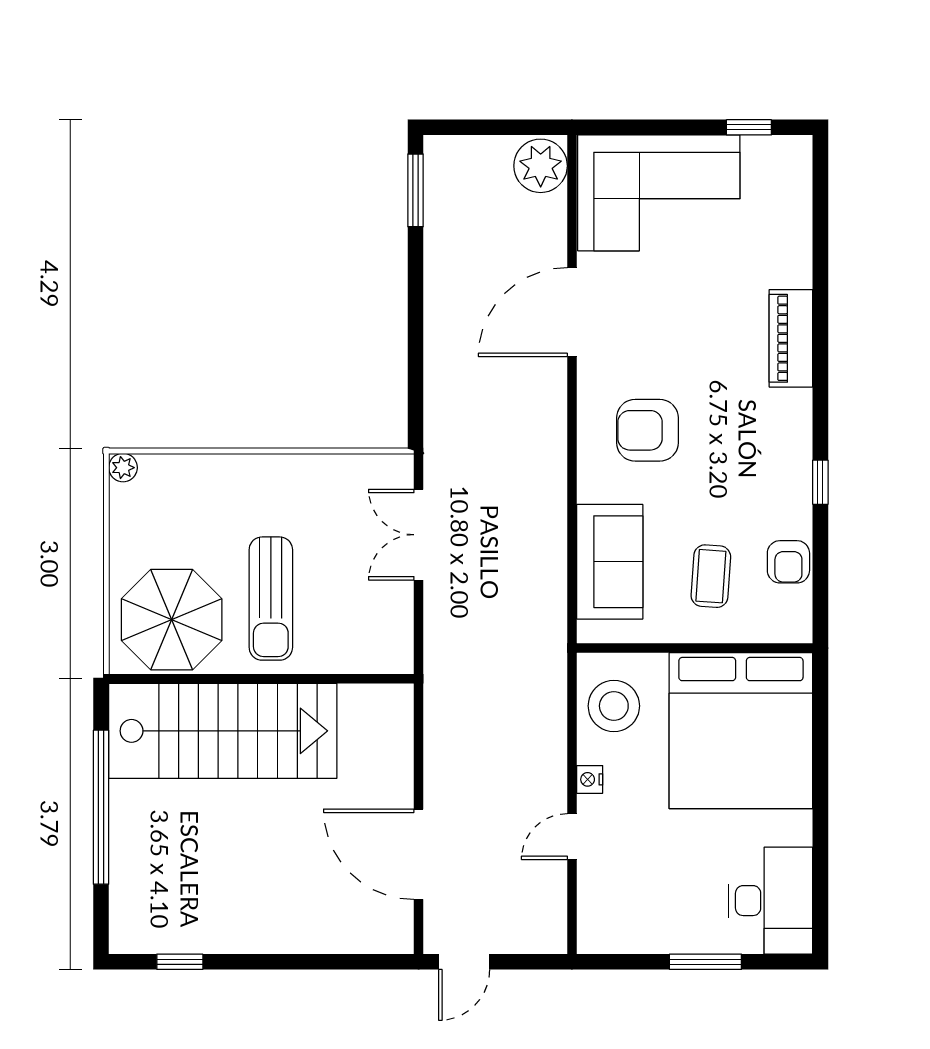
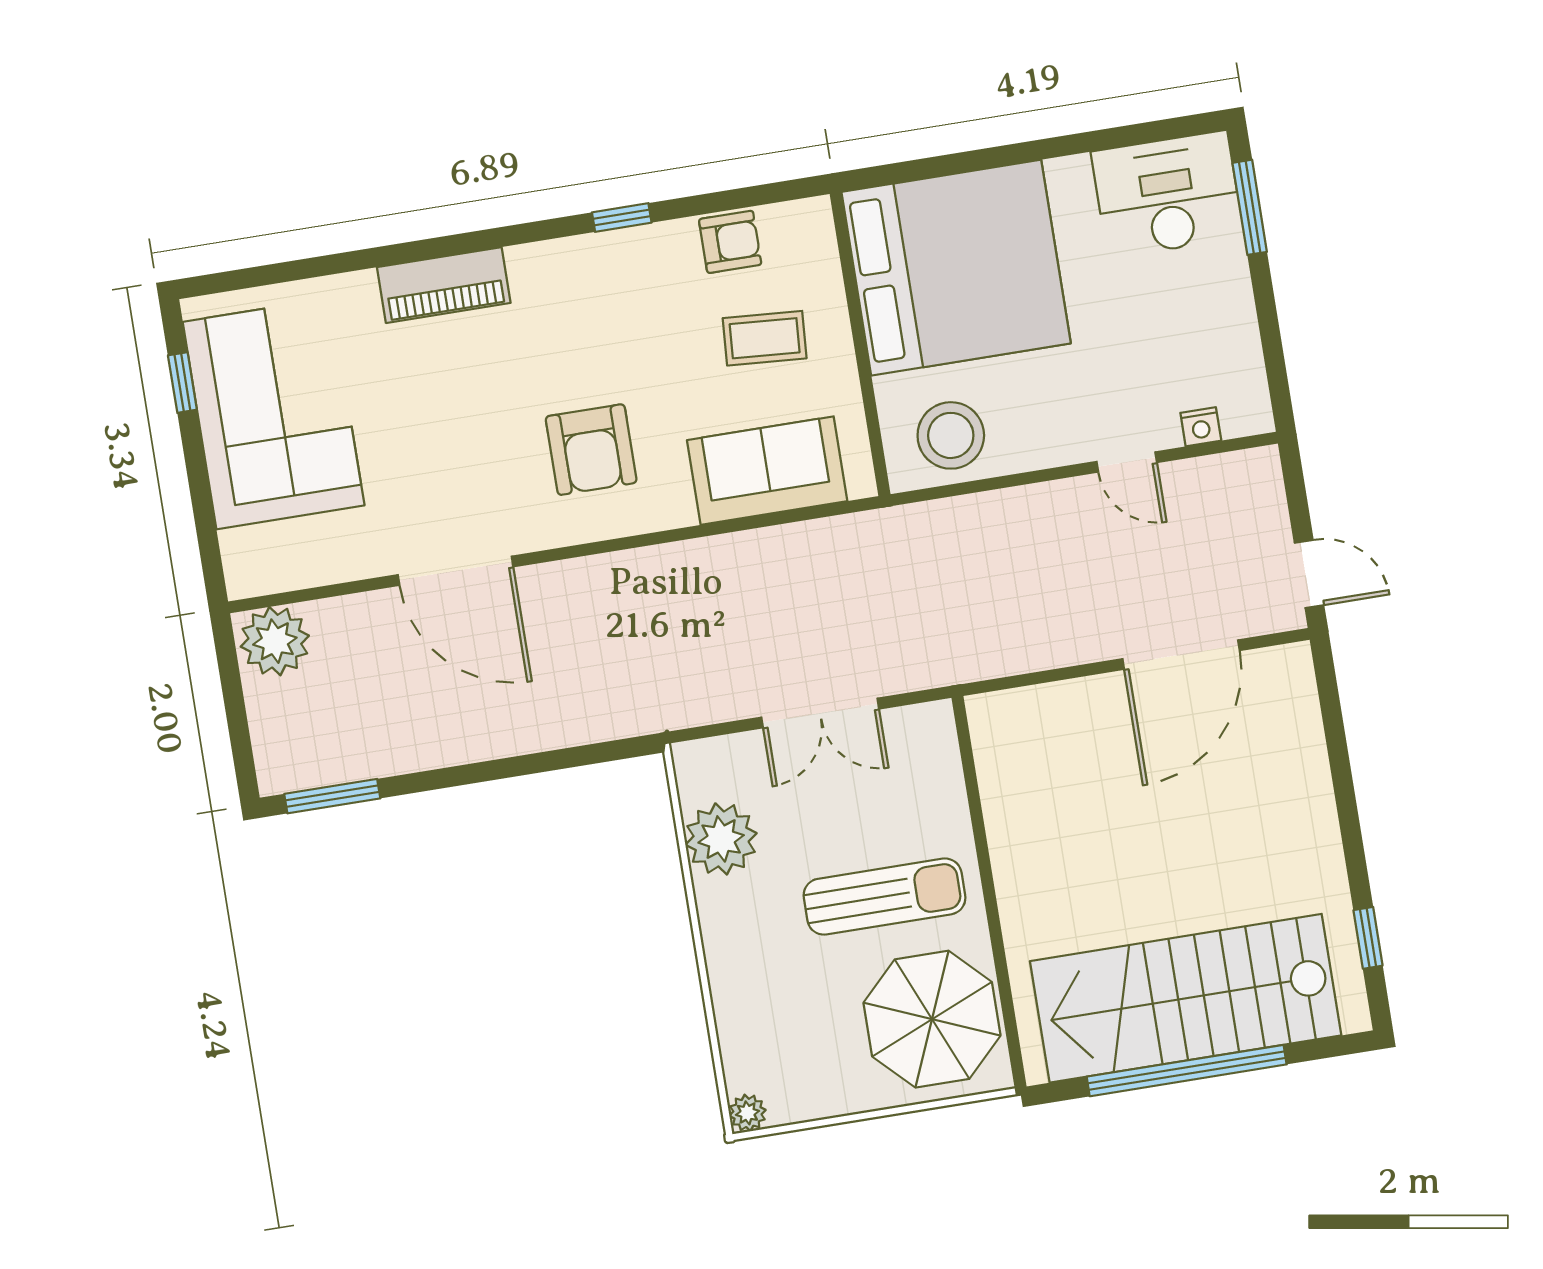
corner sofa: (659, 193) -> (274, 414), moved
plant: (335, 481) -> (721, 839), added
double door: (419, 535) -> (820, 713), moved
stairs: (223, 731) -> (1186, 998), moved, turned -90
nightstand: (590, 779) -> (1201, 427), moved
window: (705, 962) -> (1250, 207), moved

